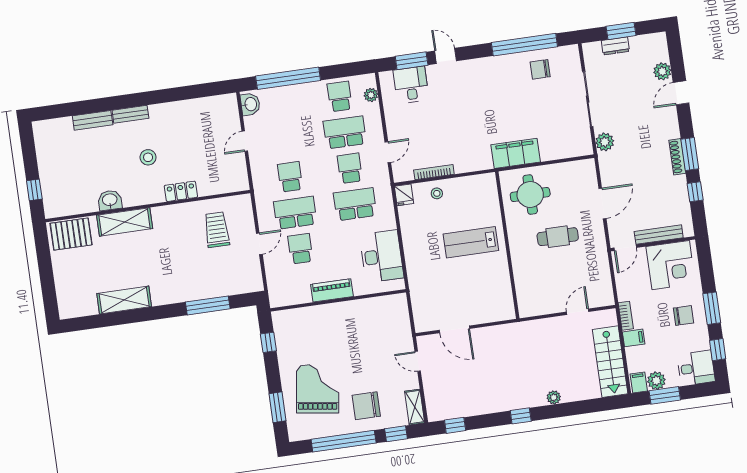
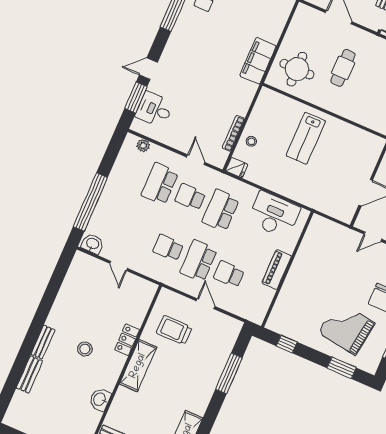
school desk: (340, 96) -> (129, 171), removed
shelving: (125, 222) -> (138, 366), moved

